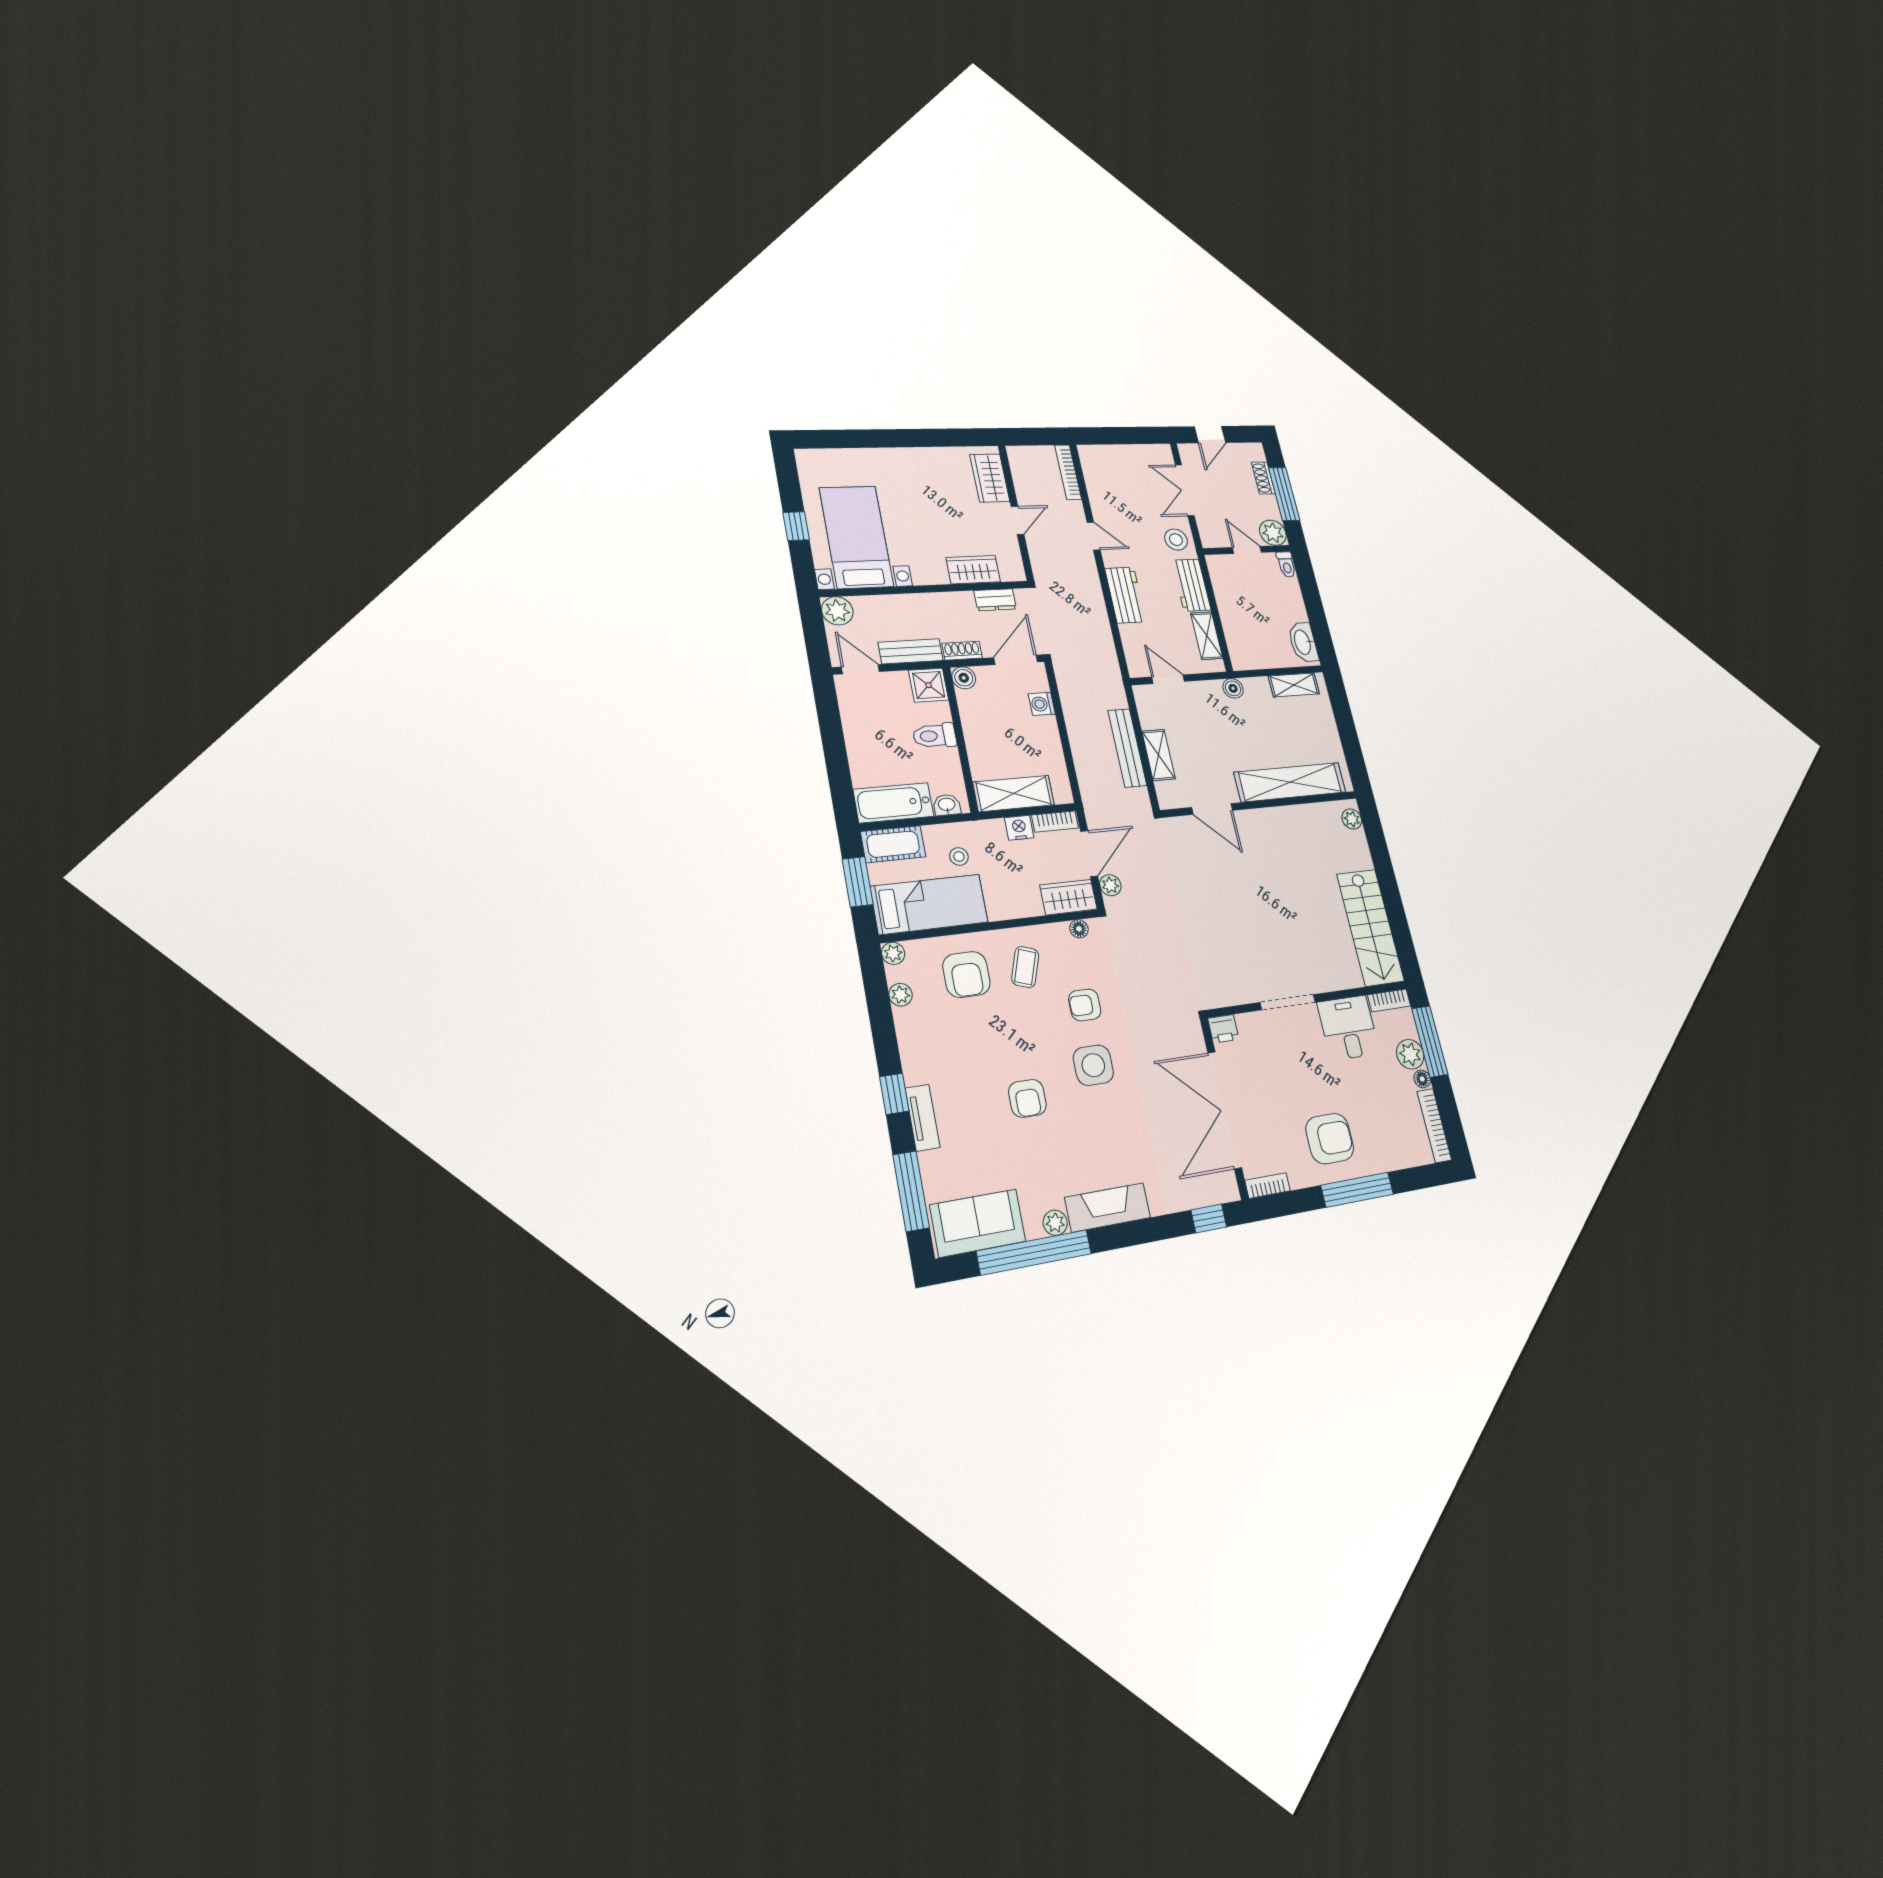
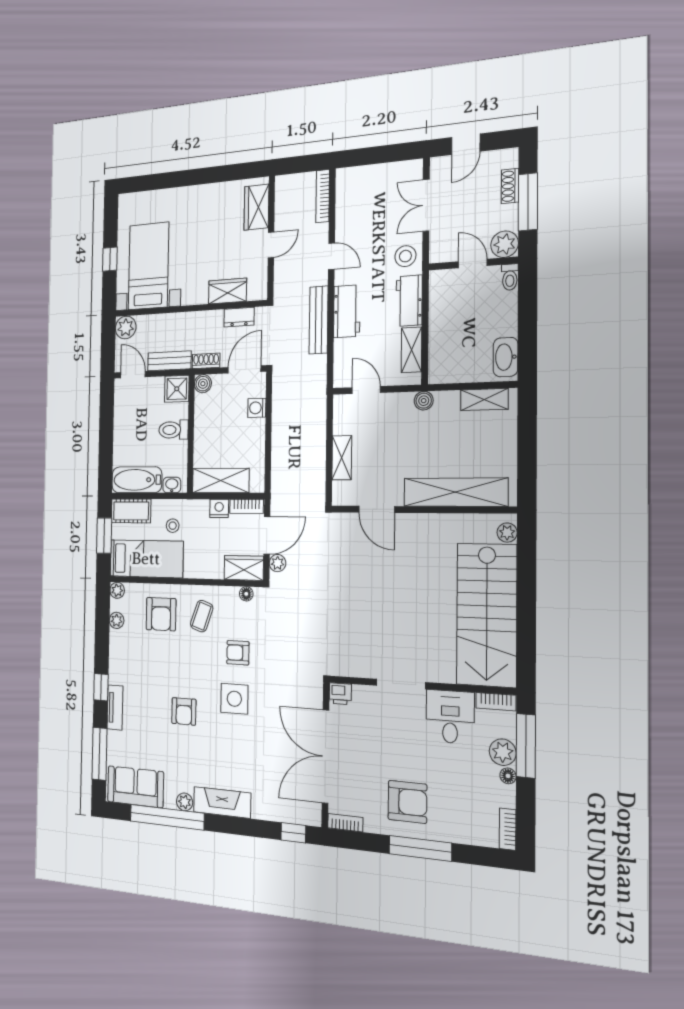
bench: (1127, 748) -> (319, 320), moved
stairs: (1370, 927) -> (487, 615), width x1.36, depth x1.51
bookcase: (1434, 1126) -> (508, 829), width x0.64

